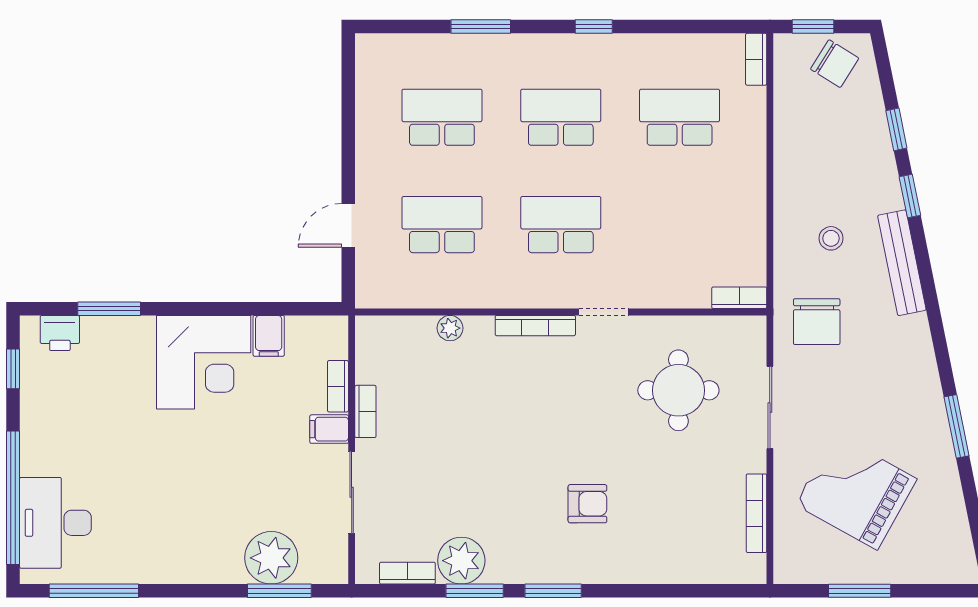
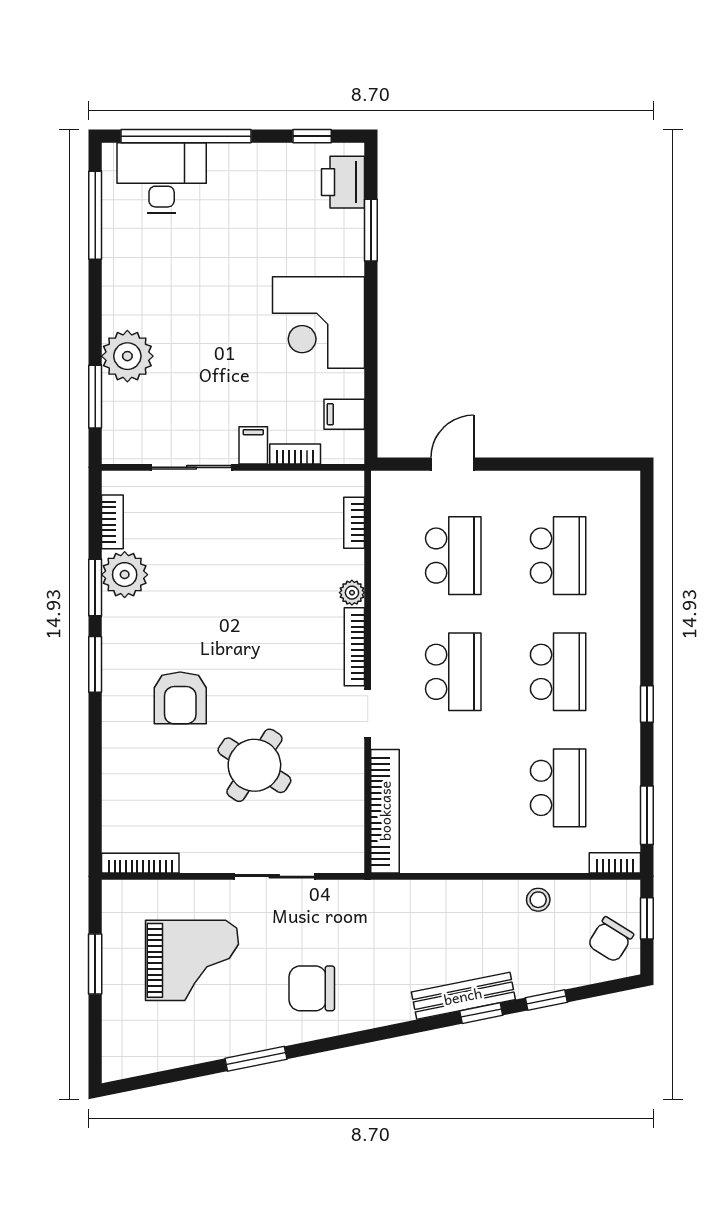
window: (481, 27) -> (647, 815), moved
door: (348, 225) -> (452, 464), hinge flipped
stool: (831, 238) -> (538, 900), moved
bench: (902, 263) -> (463, 996), moved
bookcase: (739, 298) -> (385, 811), width x2.31, depth x1.31
chair: (817, 322) -> (312, 988), moved
plant: (450, 328) -> (352, 593), moved
printer: (60, 333) -> (343, 182), width x1.36, depth x1.24
filing cabinet: (269, 336) -> (344, 414), moved
round table: (678, 390) -> (254, 765), moved, turned 33
bookcase: (365, 411) -> (354, 523), moved, turned 90
grand piano: (856, 492) -> (192, 960), turned 61
armchair: (587, 504) -> (180, 698), width x1.38, depth x1.38
bookcase: (756, 513) -> (140, 863), moved
plant: (271, 558) -> (127, 356), moved

